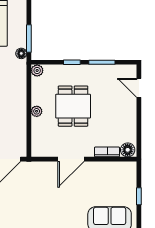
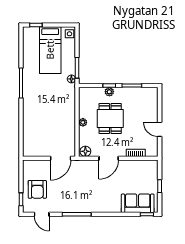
plant: (37, 70) -> (109, 92), moved
door: (139, 88) -> (160, 129), moved
floor lamp: (128, 150) -> (85, 151), moved

